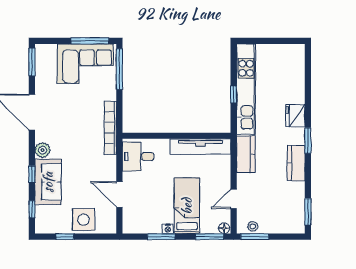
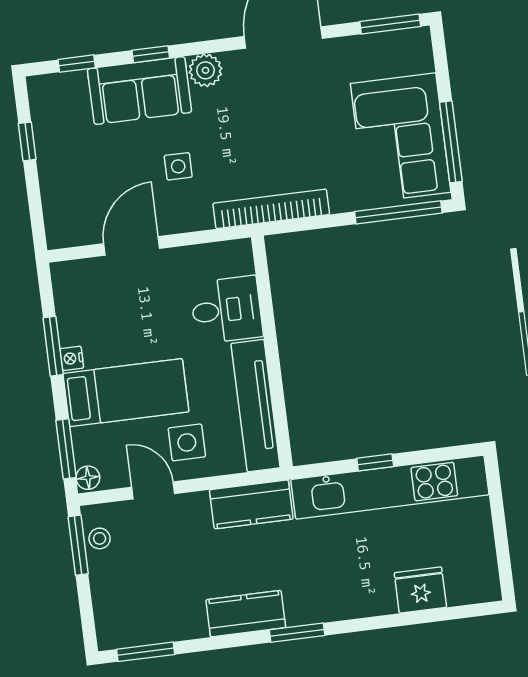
fridge: (295, 116) -> (420, 590), moved
desk: (138, 157) -> (226, 310), moved, turned 90
side table: (213, 180) -> (187, 442), added
side table: (83, 220) -> (178, 166), moved, width x0.54, depth x0.54

